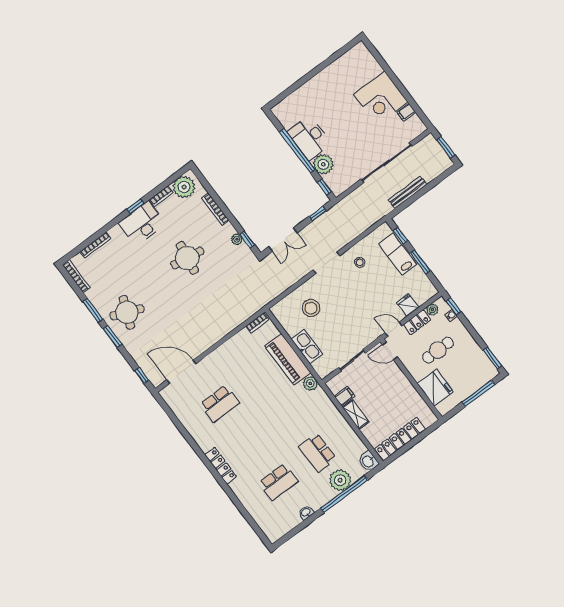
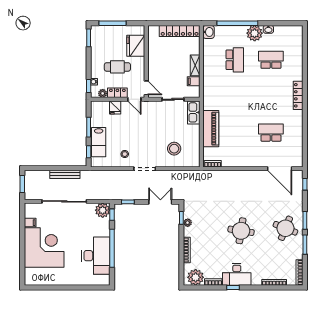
corner desk: (381, 98) -> (44, 248), width x1.36, depth x1.36
desk: (309, 138) -> (96, 256), width x1.36, depth x1.30
plant: (323, 164) -> (103, 210), moved
round table: (187, 258) -> (241, 231), moved
kitchen sink: (307, 347) -> (194, 112), moved
plant: (310, 383) -> (208, 104), removed
plant: (340, 480) -> (255, 33), moved

